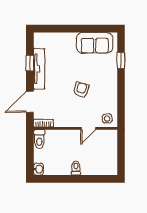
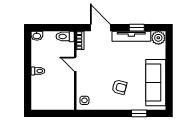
plant: (41, 40) -> (158, 38), added
sofa: (95, 43) -> (156, 83), width x1.36
armchair: (81, 90) -> (119, 87), moved
door: (88, 128) -> (75, 64), moved

